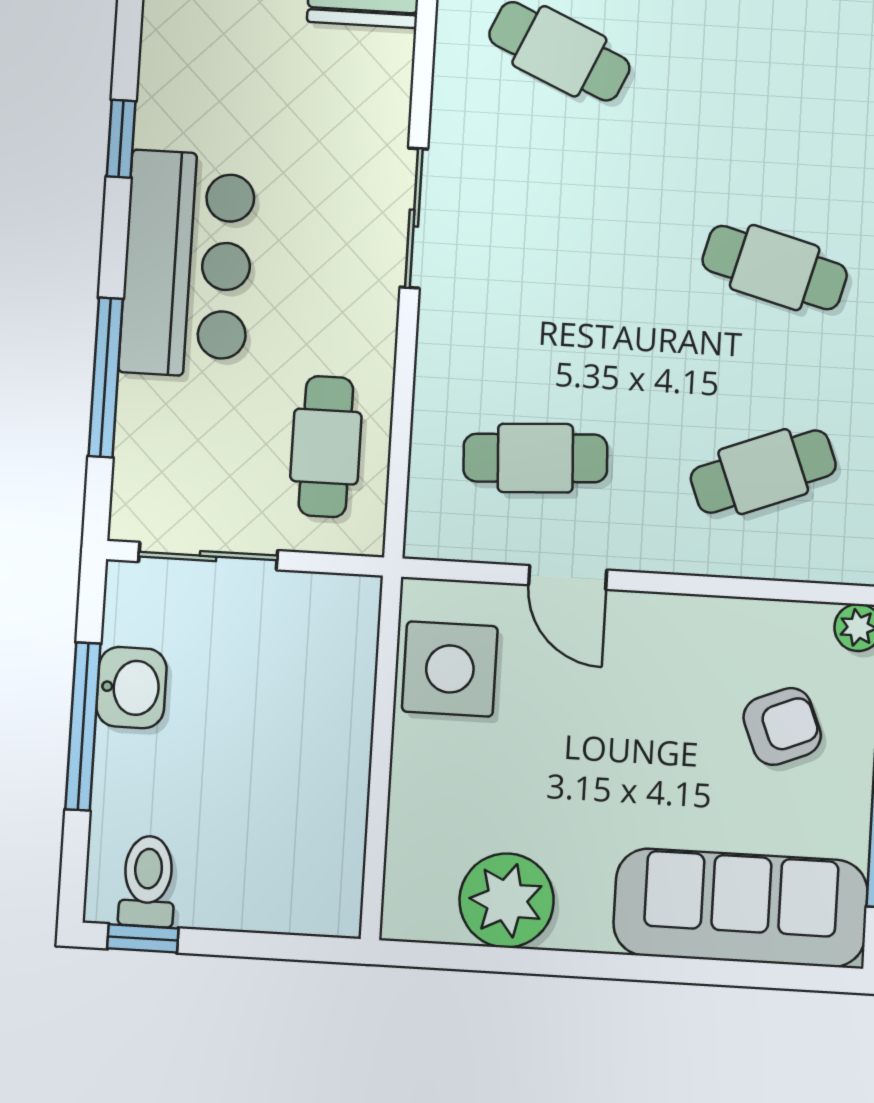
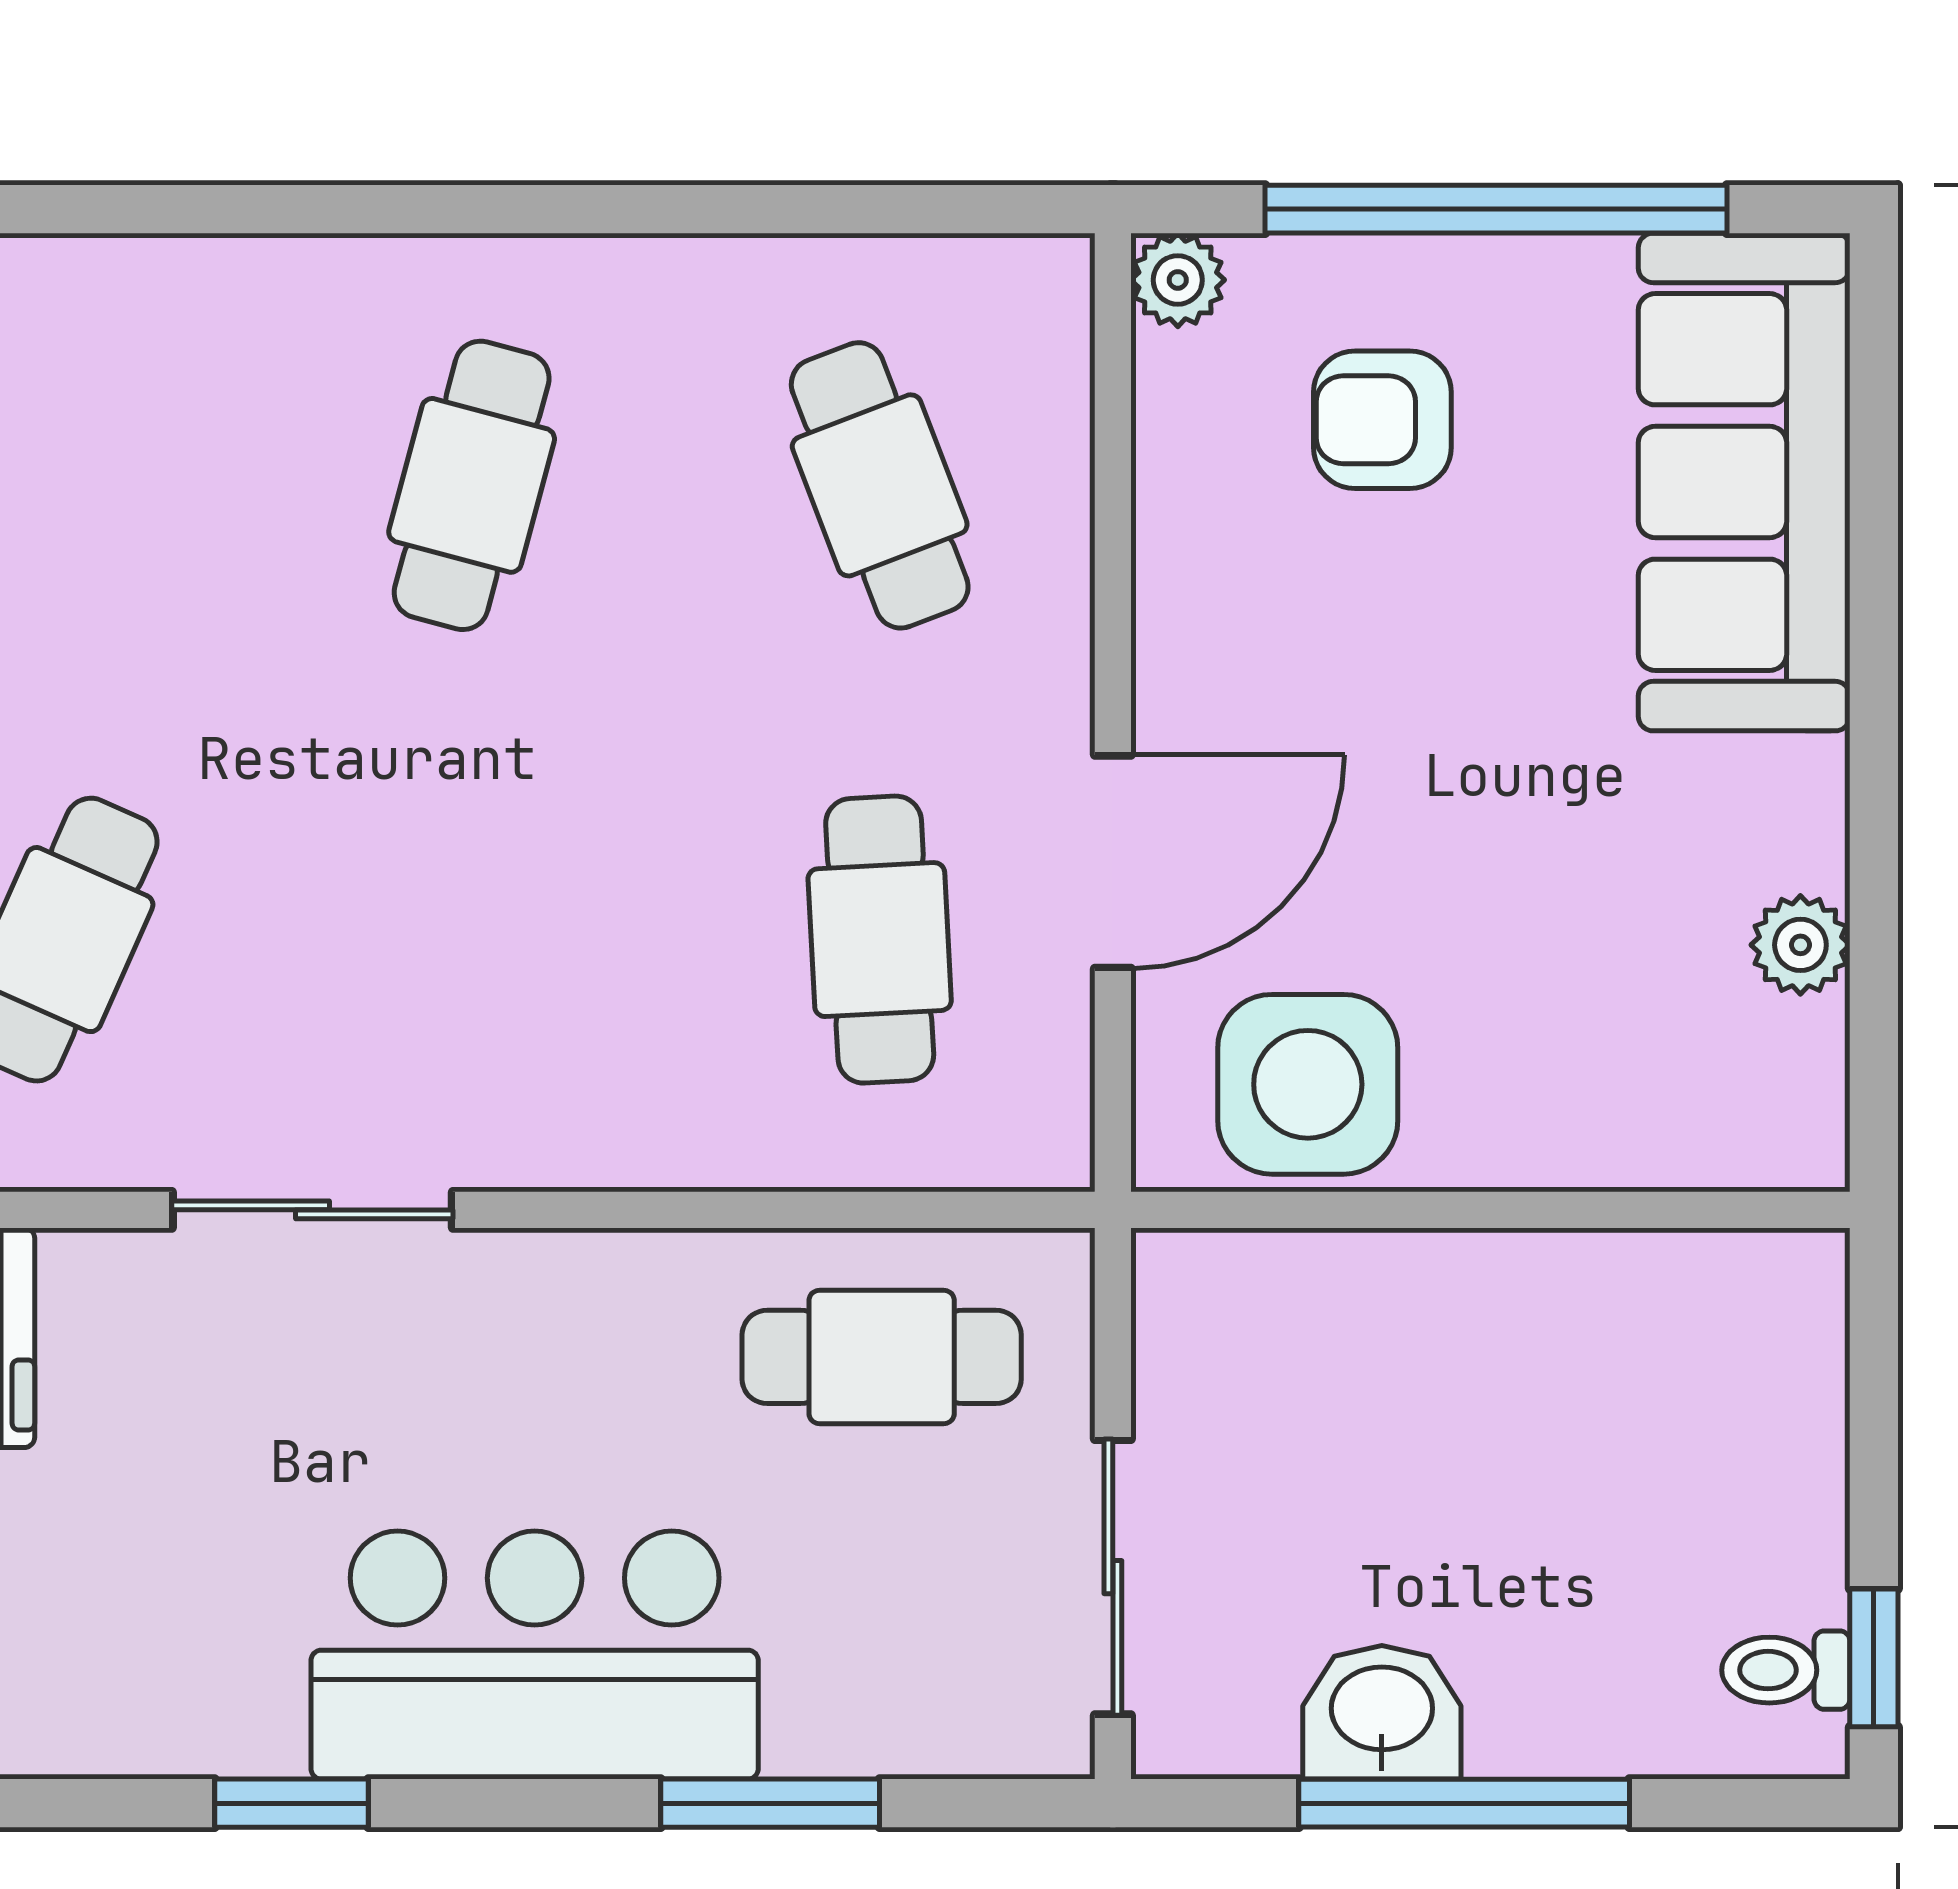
sliding door: (414, 218) -> (312, 1210), moved
window: (106, 377) -> (770, 1803), width x0.69
door: (568, 577) -> (1113, 862), width x1.38
armchair: (782, 726) -> (1382, 420), turned -68
toilet: (148, 881) -> (1786, 1670), width x0.73, depth x0.72
plant: (507, 900) -> (1800, 945), width x0.53, depth x0.53

